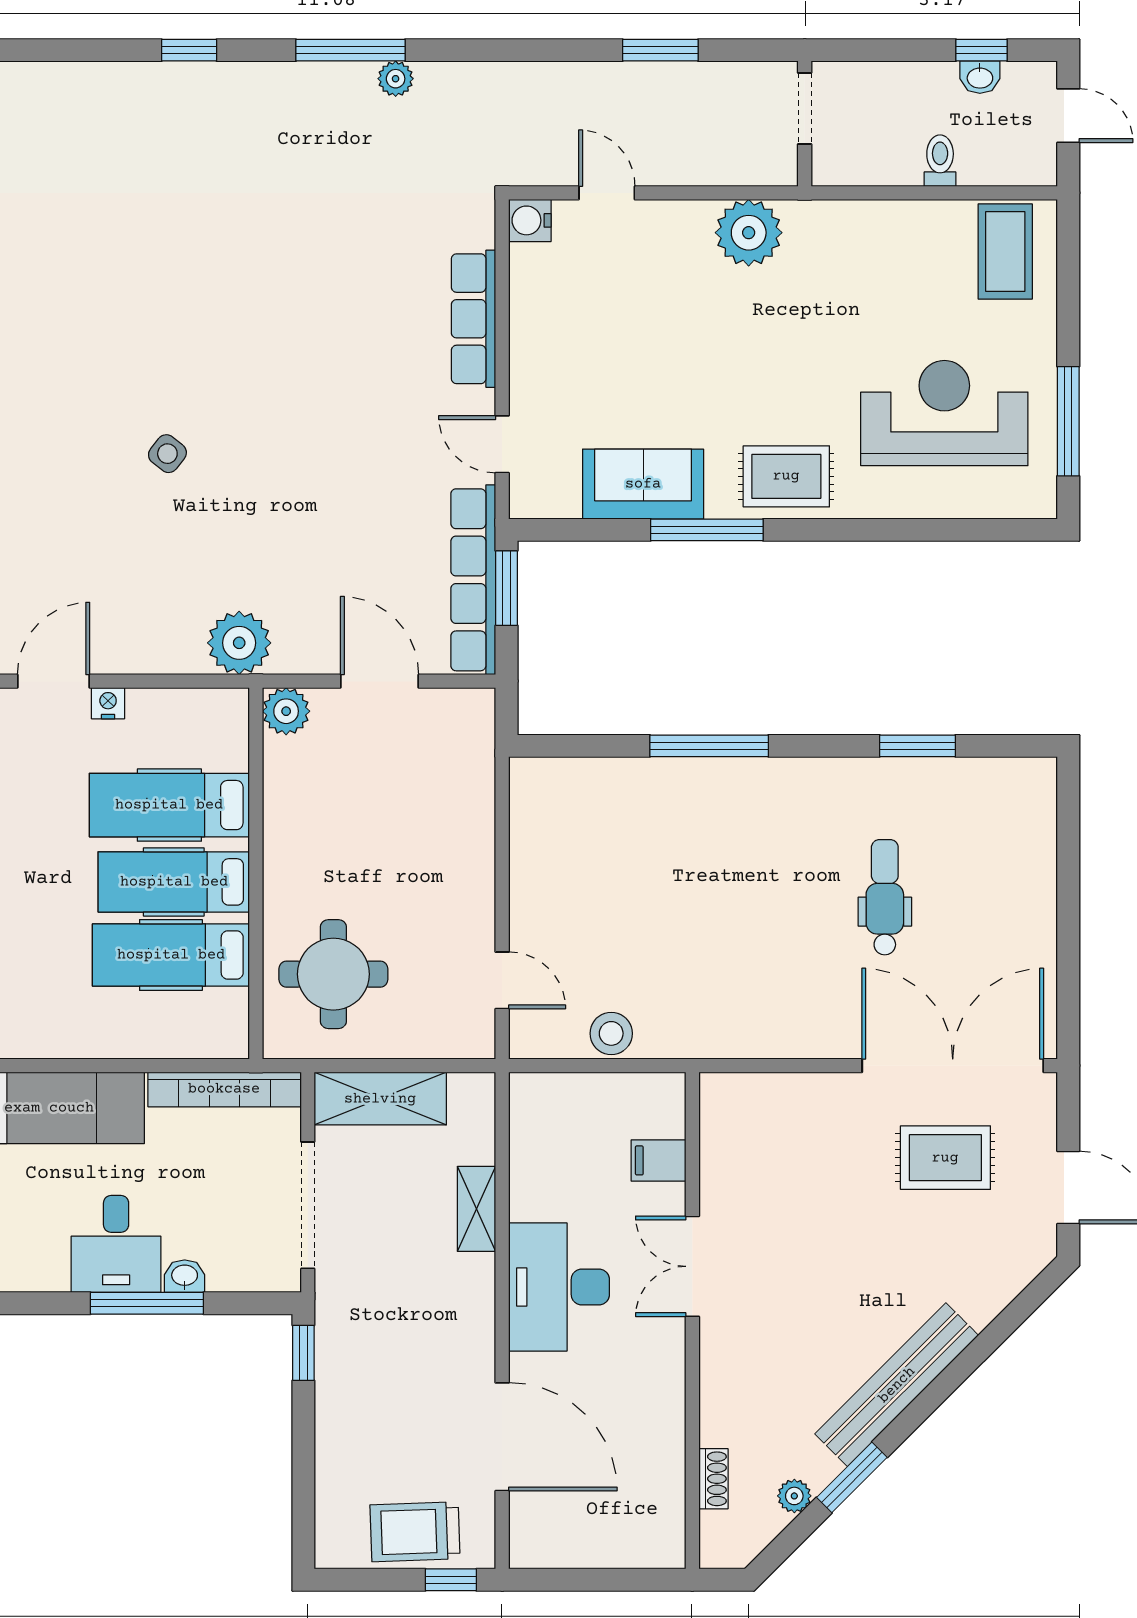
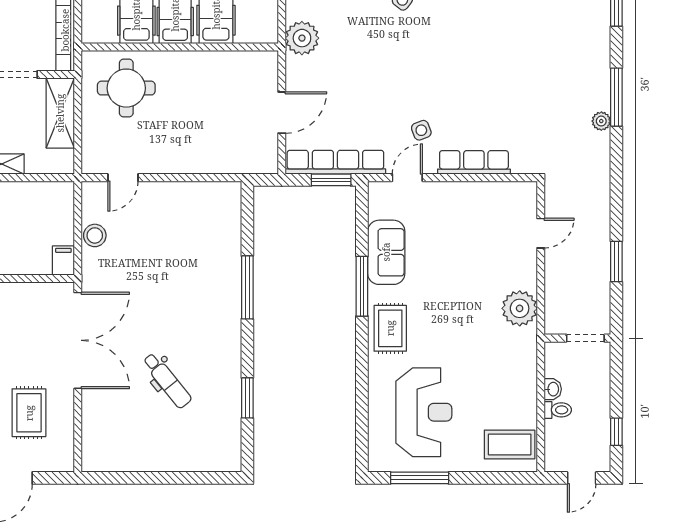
washbasin: (980, 77) -> (553, 389), moved, turned 180
water cooler: (530, 220) -> (526, 192), removed
side table: (413, 418) -> (421, 130), added
plant: (286, 711) -> (266, 63), removed
dental chair: (885, 897) -> (167, 381), turned 51
double door: (953, 1066) -> (78, 340), moved
filing cabinet: (658, 1160) -> (63, 261), moved

